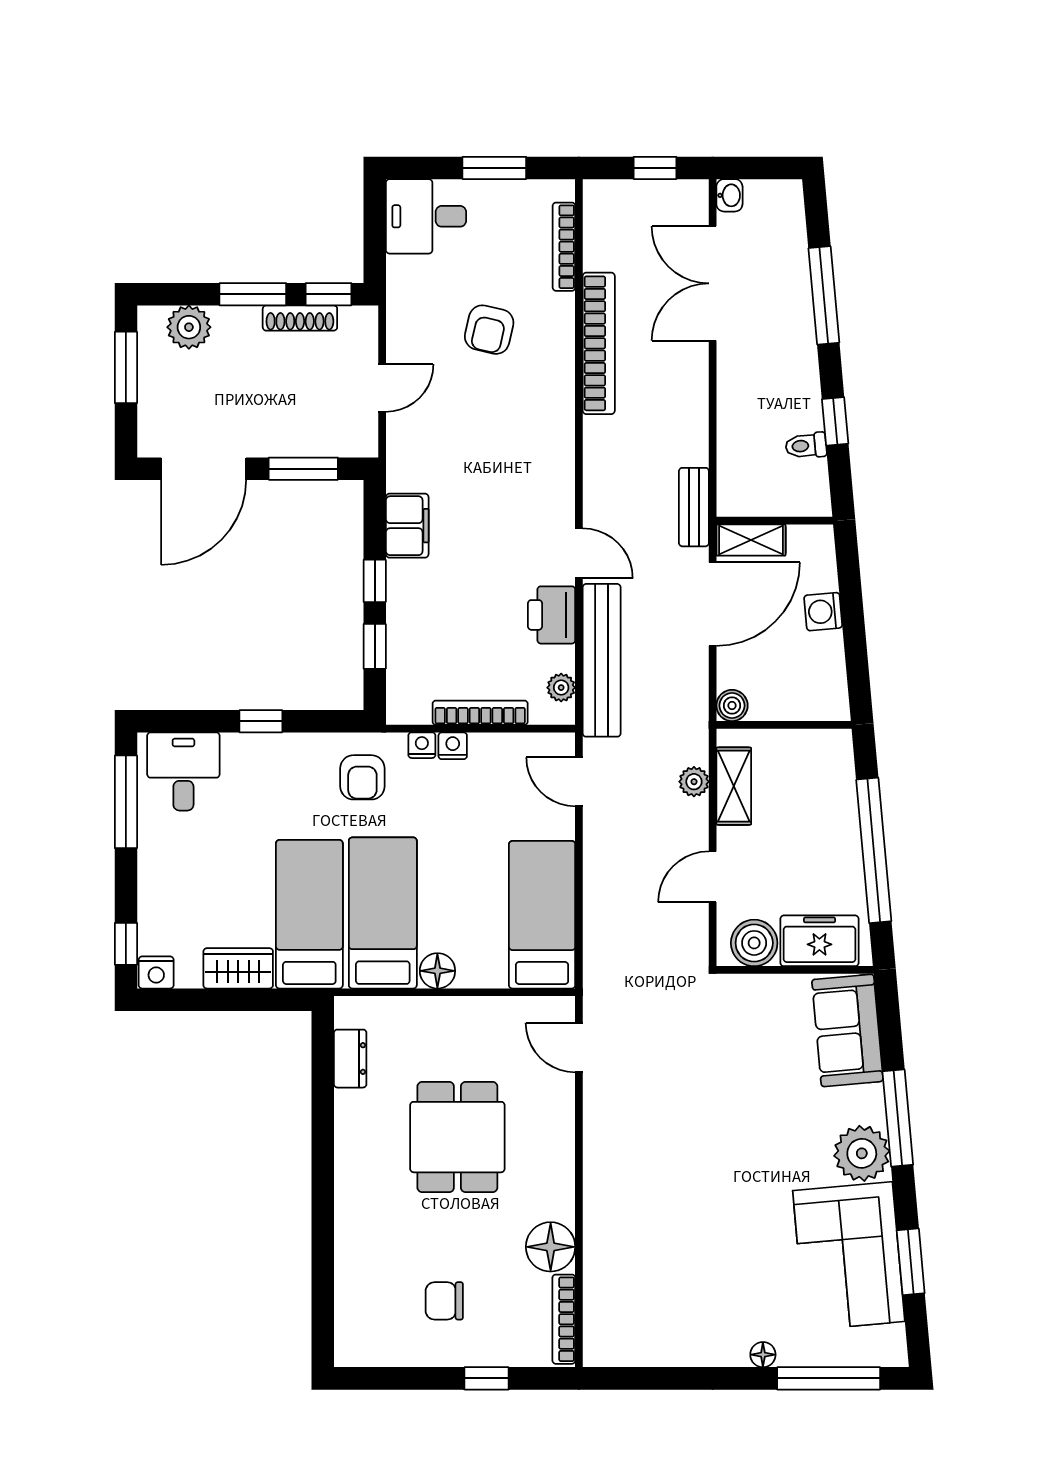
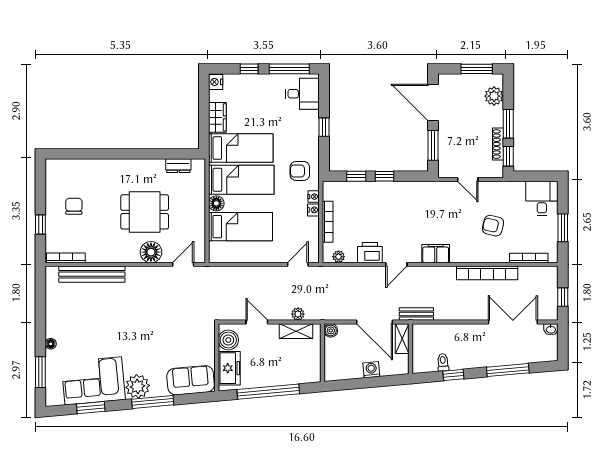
filing cabinet: (407, 526) -> (436, 254), moved, turned 180
bench: (602, 660) -> (92, 274), moved
bed: (542, 915) -> (240, 227), moved
window: (126, 944) -> (249, 69), moved
floor lamp: (551, 1247) -> (151, 252), moved
window: (829, 1378) -> (40, 372), width x0.69

